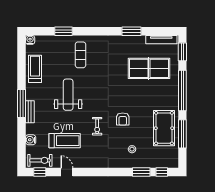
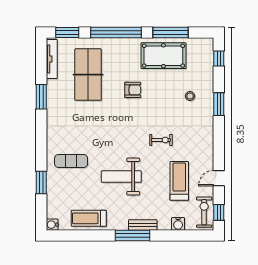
armchair: (123, 119) -> (133, 90), moved
window: (141, 172) -> (219, 104), moved

